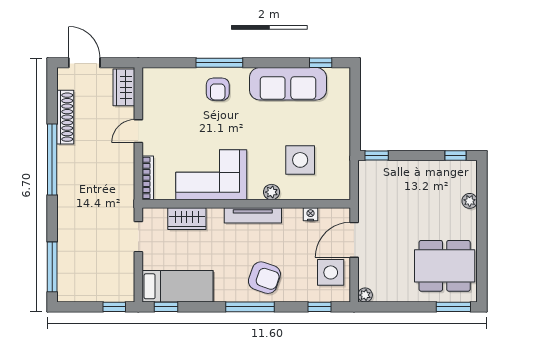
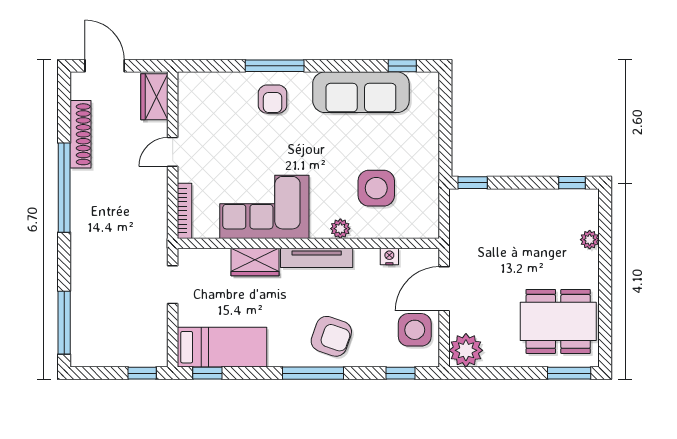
wardrobe: (187, 219) -> (255, 262), moved
plant: (365, 295) -> (466, 350), width x1.87, depth x1.87

